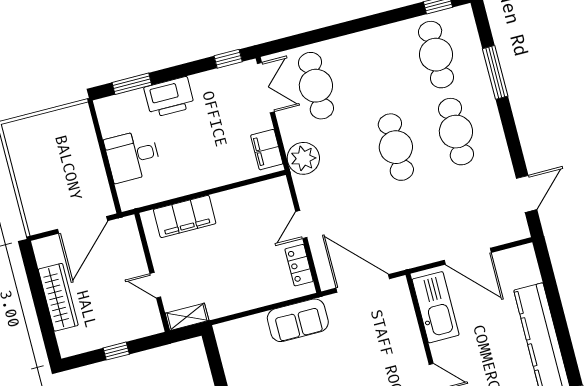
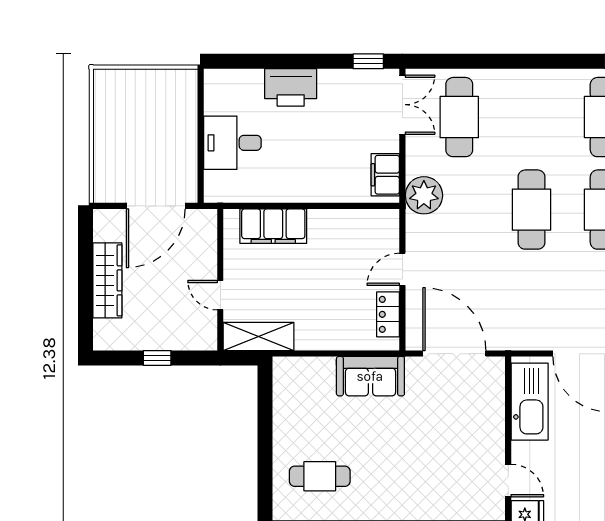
window: (132, 84) -> (253, 61), removed
shelving: (187, 317) -> (259, 336), width x1.50, depth x1.33

